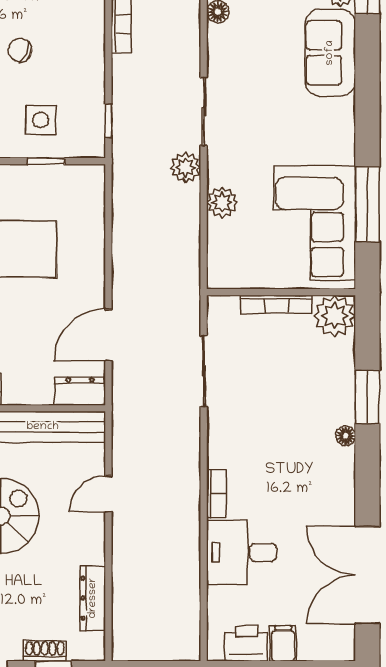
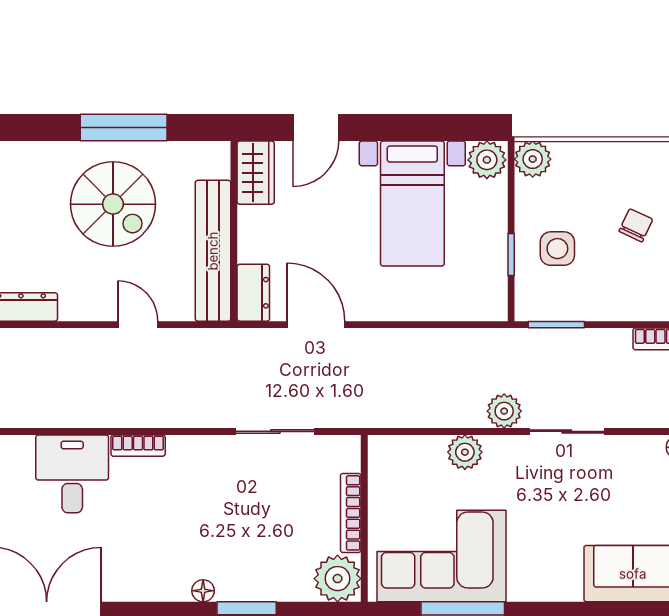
window: (108, 121) -> (556, 325), width x1.50

